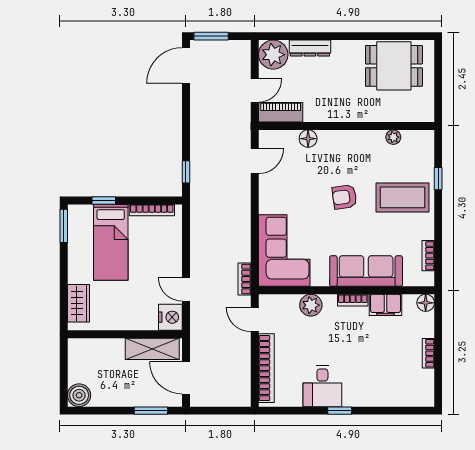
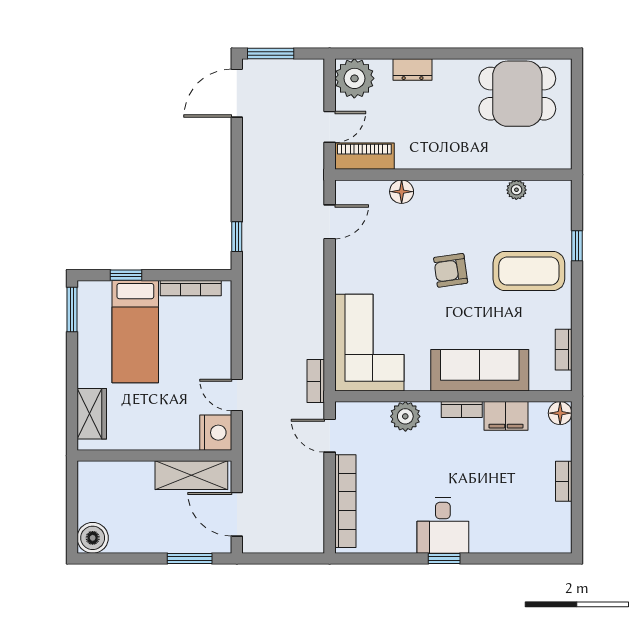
dresser: (310, 48) -> (413, 70), width x0.70
desk: (322, 386) -> (443, 526), moved

